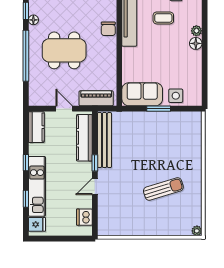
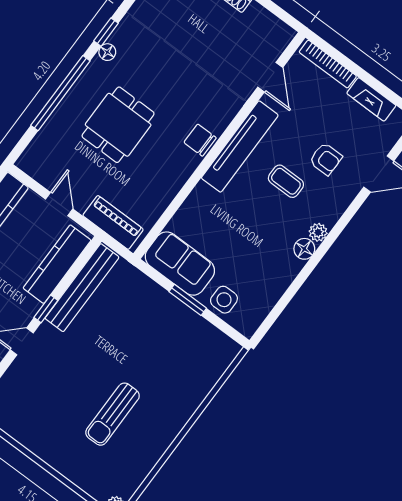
chair: (108, 29) -> (200, 140), turned 90
dining table: (64, 50) -> (118, 125), width x0.73
sun lounger: (163, 189) -> (113, 414), turned 107

